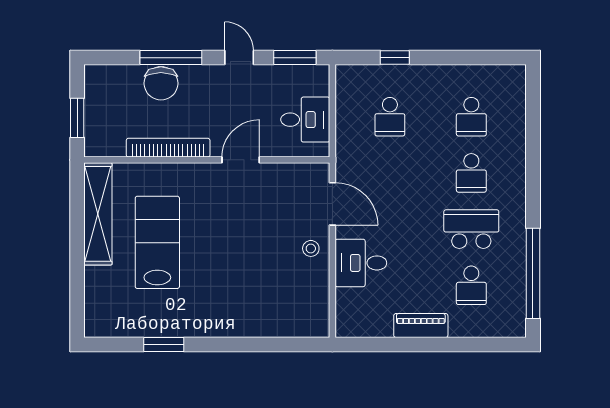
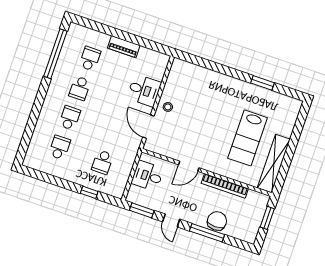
school desk: (390, 117) -> (102, 162), turned 180
school desk: (471, 229) -> (80, 88), width x0.54

